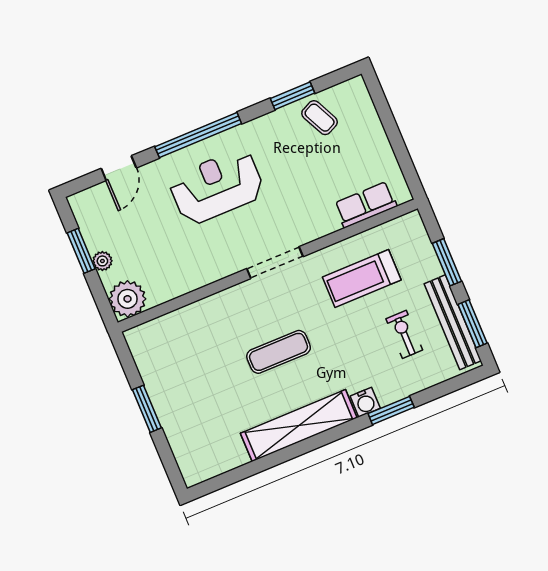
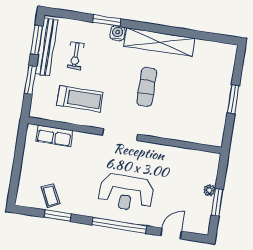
plant: (128, 299) -> (208, 163), removed
exercise mat: (279, 352) -> (147, 87), turned 90

